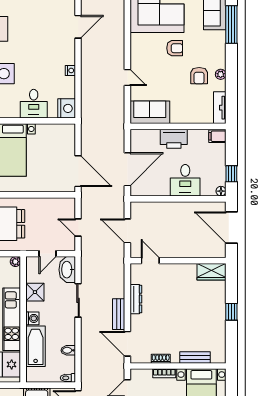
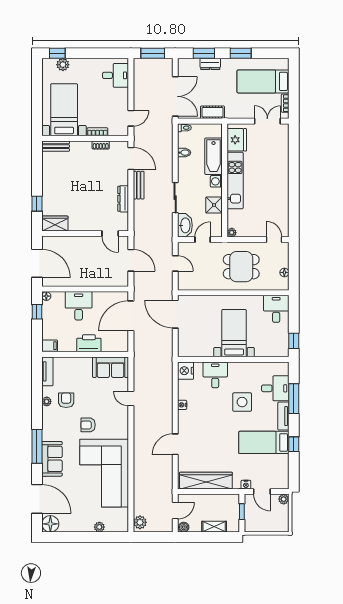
window: (231, 312) -> (37, 204), moved
bench: (195, 357) -> (56, 146), moved

